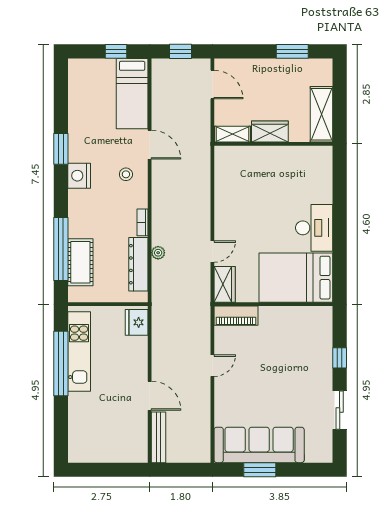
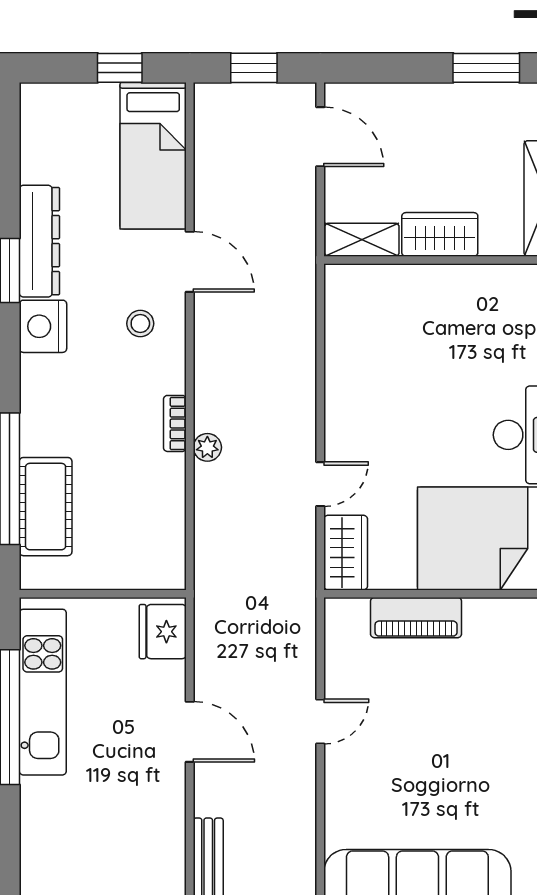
plant: (158, 253) -> (207, 447), moved
dresser: (138, 264) -> (39, 241), moved, turned 180
piano: (236, 316) -> (416, 618), moved
door: (150, 396) -> (190, 732), moved

